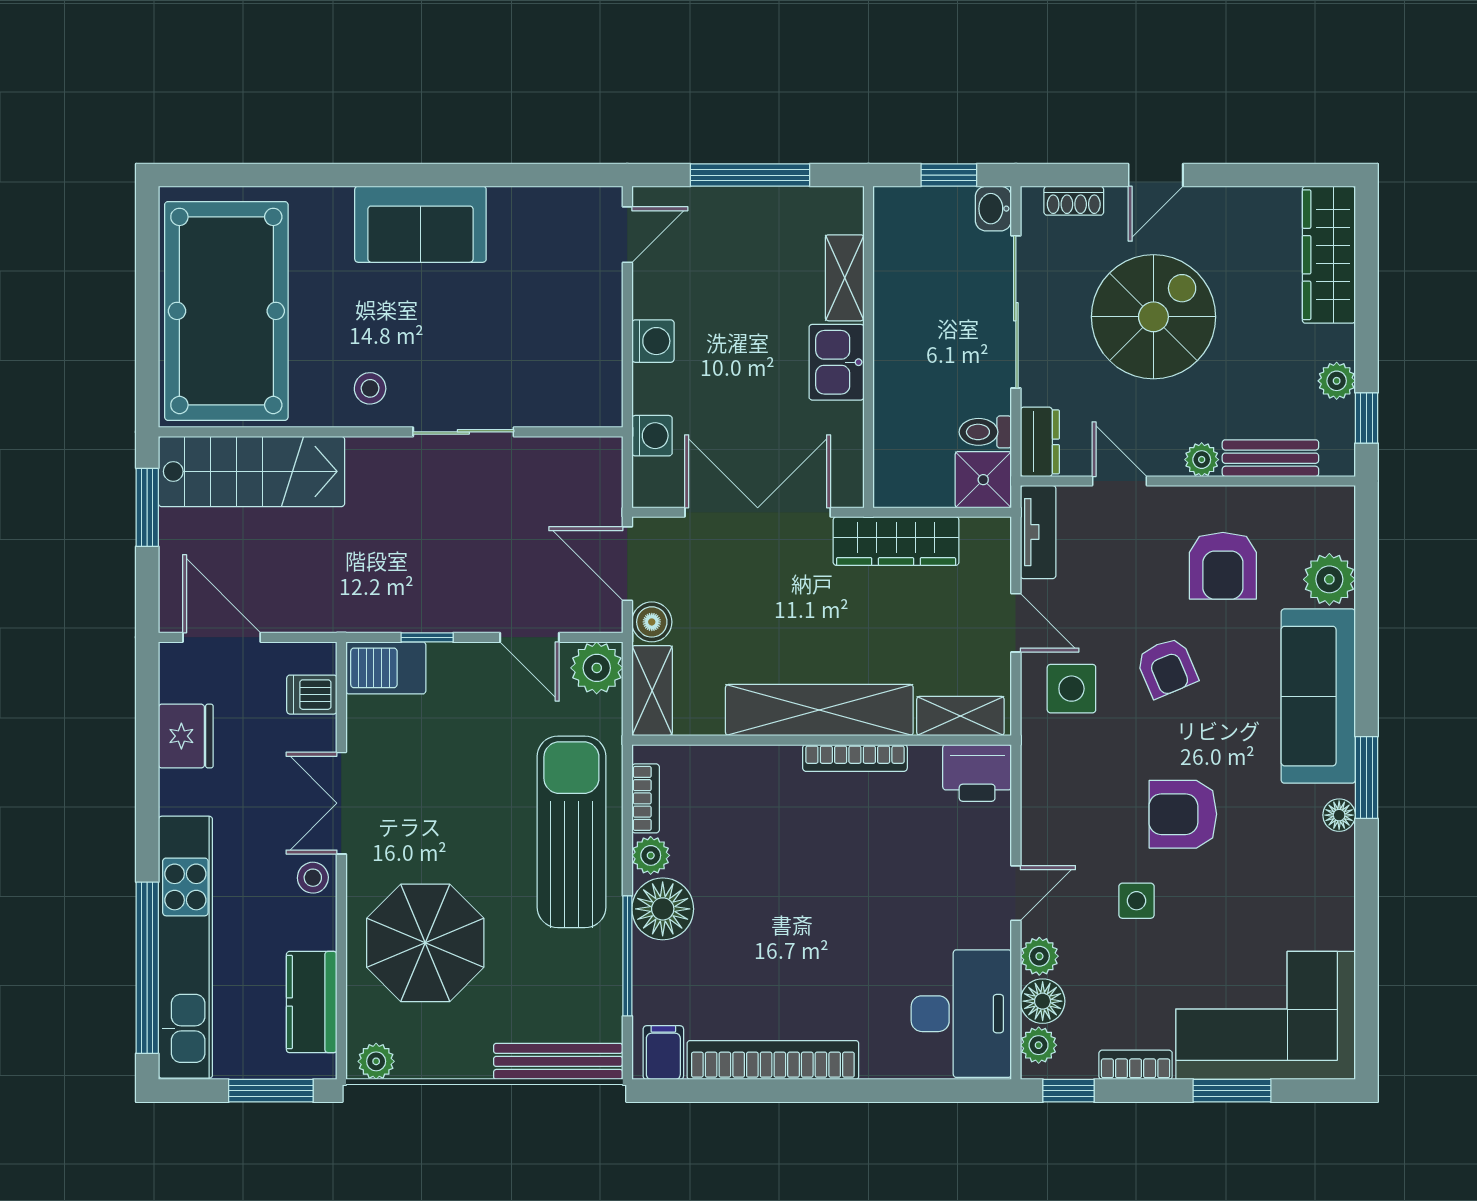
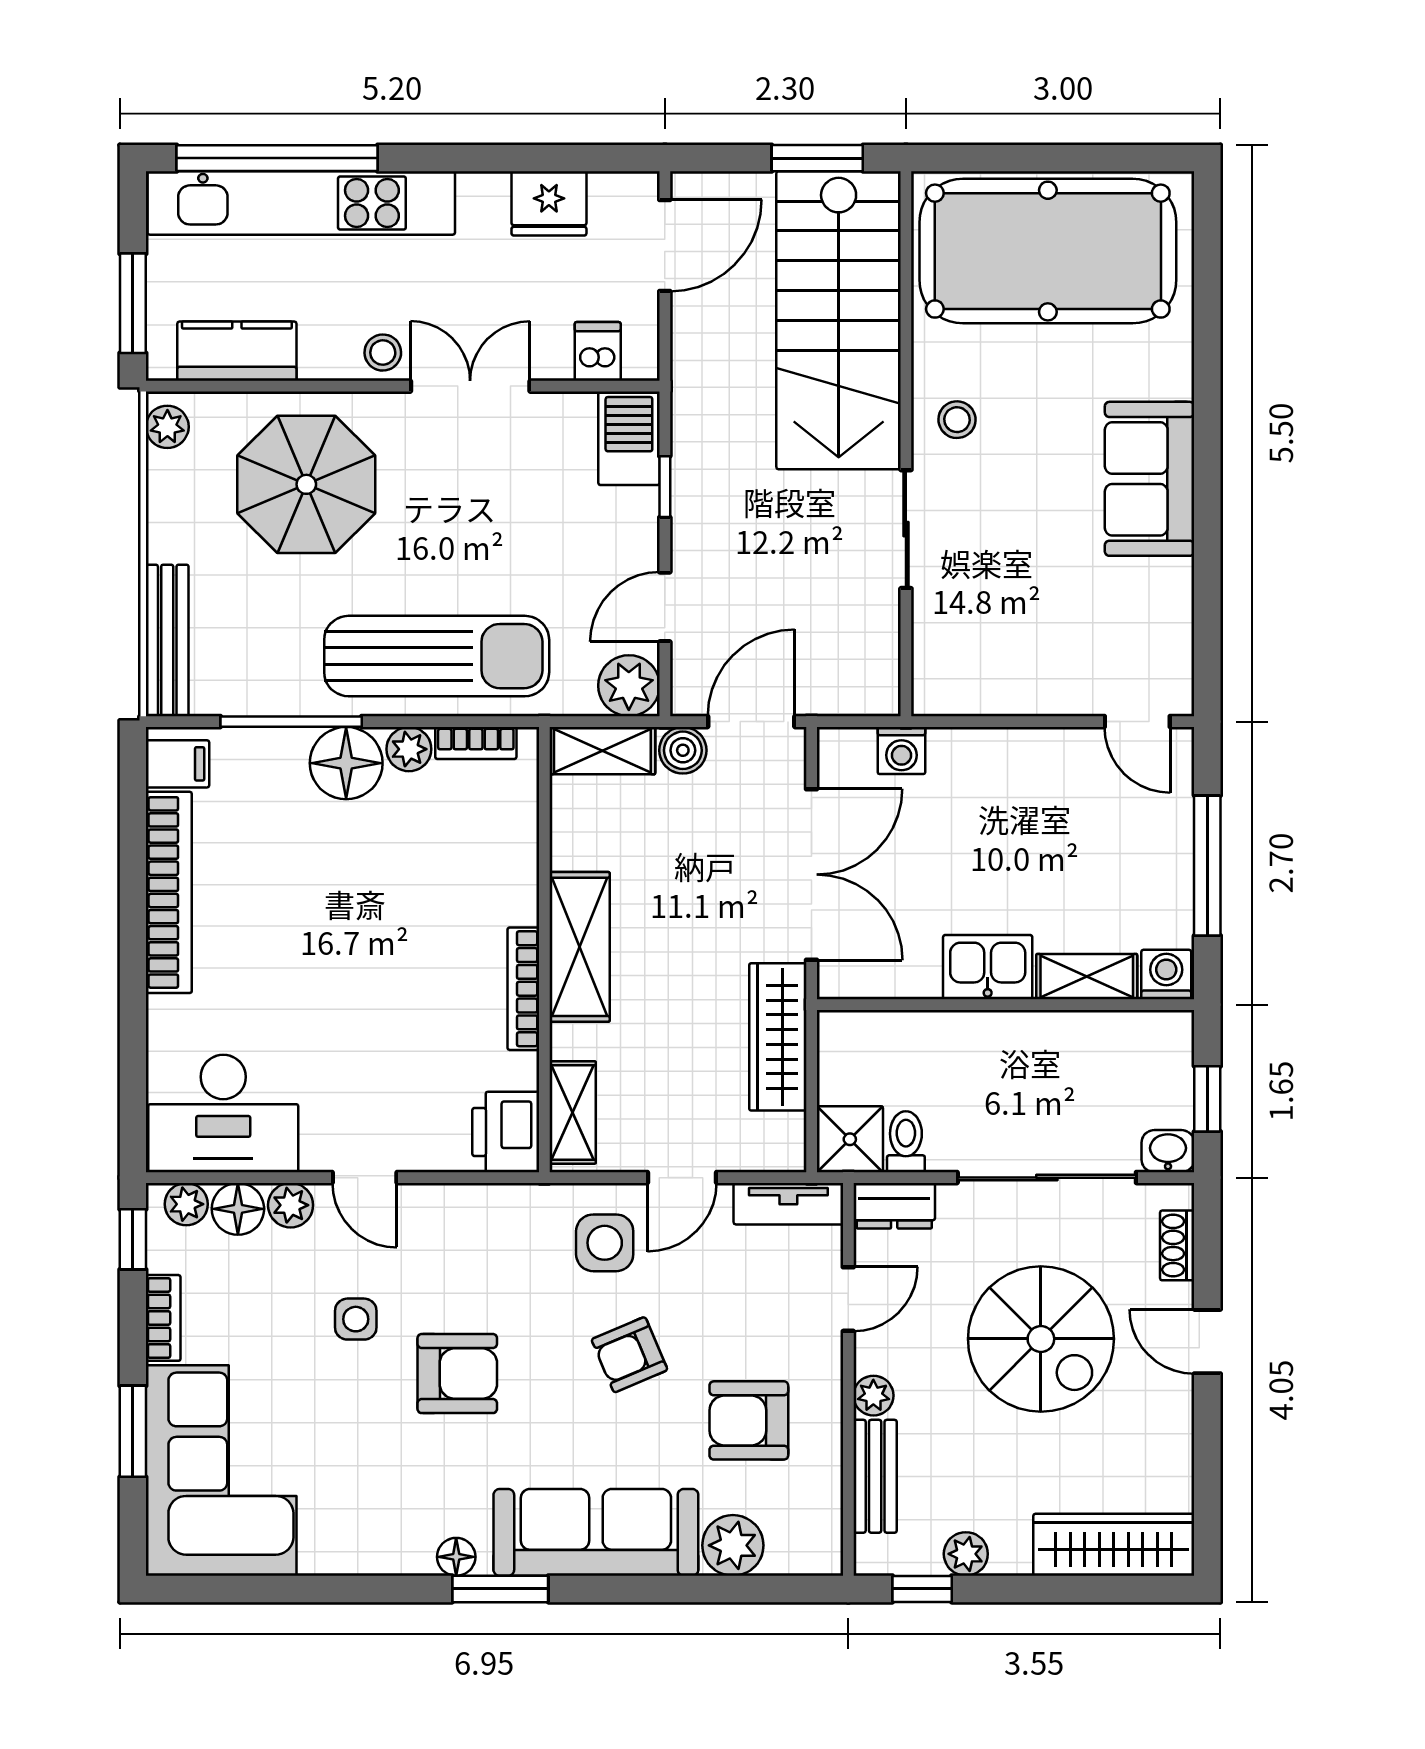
washing machine: (653, 341) -> (1166, 974), moved, turned 180
stairs: (251, 471) -> (839, 320), width x1.36, depth x1.51
shelving: (819, 710) -> (580, 947), width x0.68
armchair: (1183, 814) -> (457, 1374), turned 90

